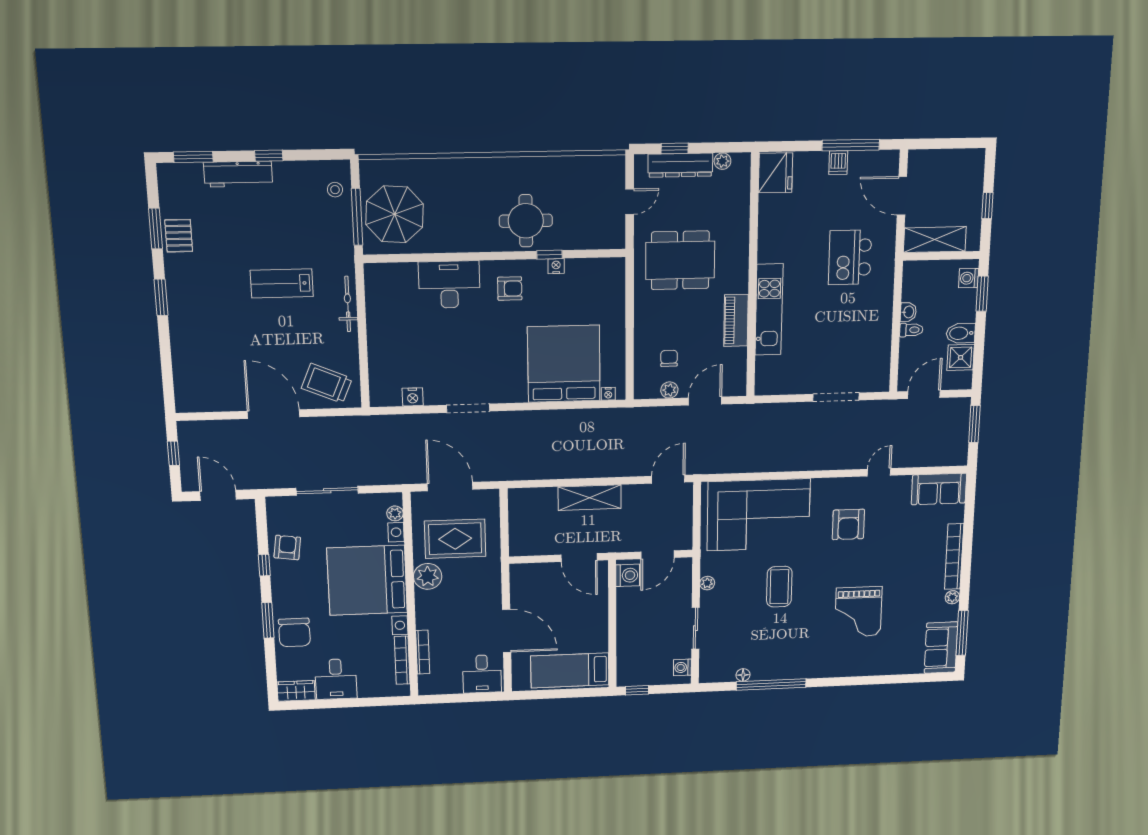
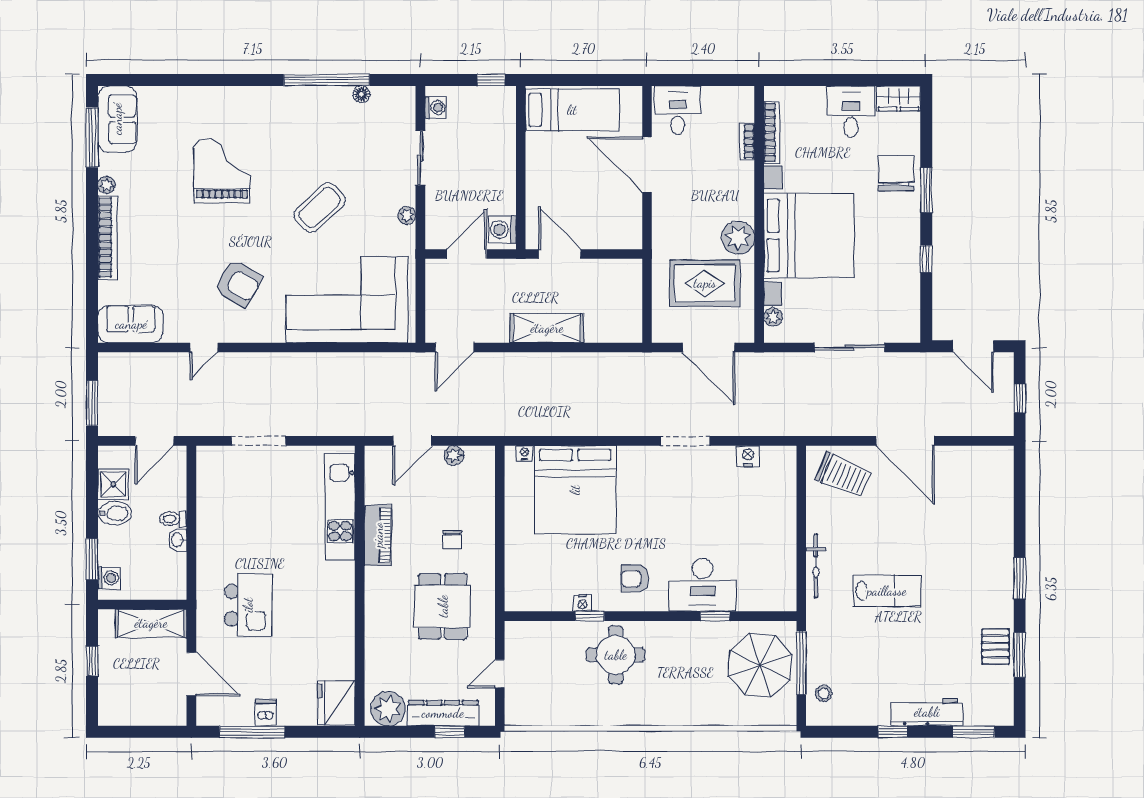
plant: (722, 161) -> (388, 709), width x1.88, depth x1.88
window: (437, 257) -> (715, 616), added
dining table: (680, 260) -> (443, 606), width x0.73
kitchen unit: (769, 310) -> (340, 507), moved
chair: (669, 358) -> (452, 540), moved
armchair: (848, 524) -> (238, 283), turned 120
armchair: (287, 547) -> (899, 280), removed
coffee table: (779, 587) -> (320, 207), turned 47
bookcase: (423, 652) -> (747, 142), width x0.64

